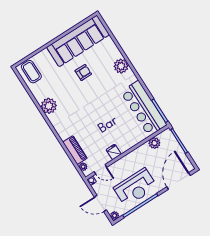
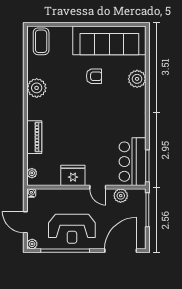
plant: (121, 66) -> (137, 79), moved
bar counter: (144, 108) -> (133, 162), width x0.73
piano: (75, 150) -> (34, 137), moved
fridge: (114, 152) -> (73, 175), width x1.88, depth x1.34
door: (100, 169) -> (98, 187), moved

